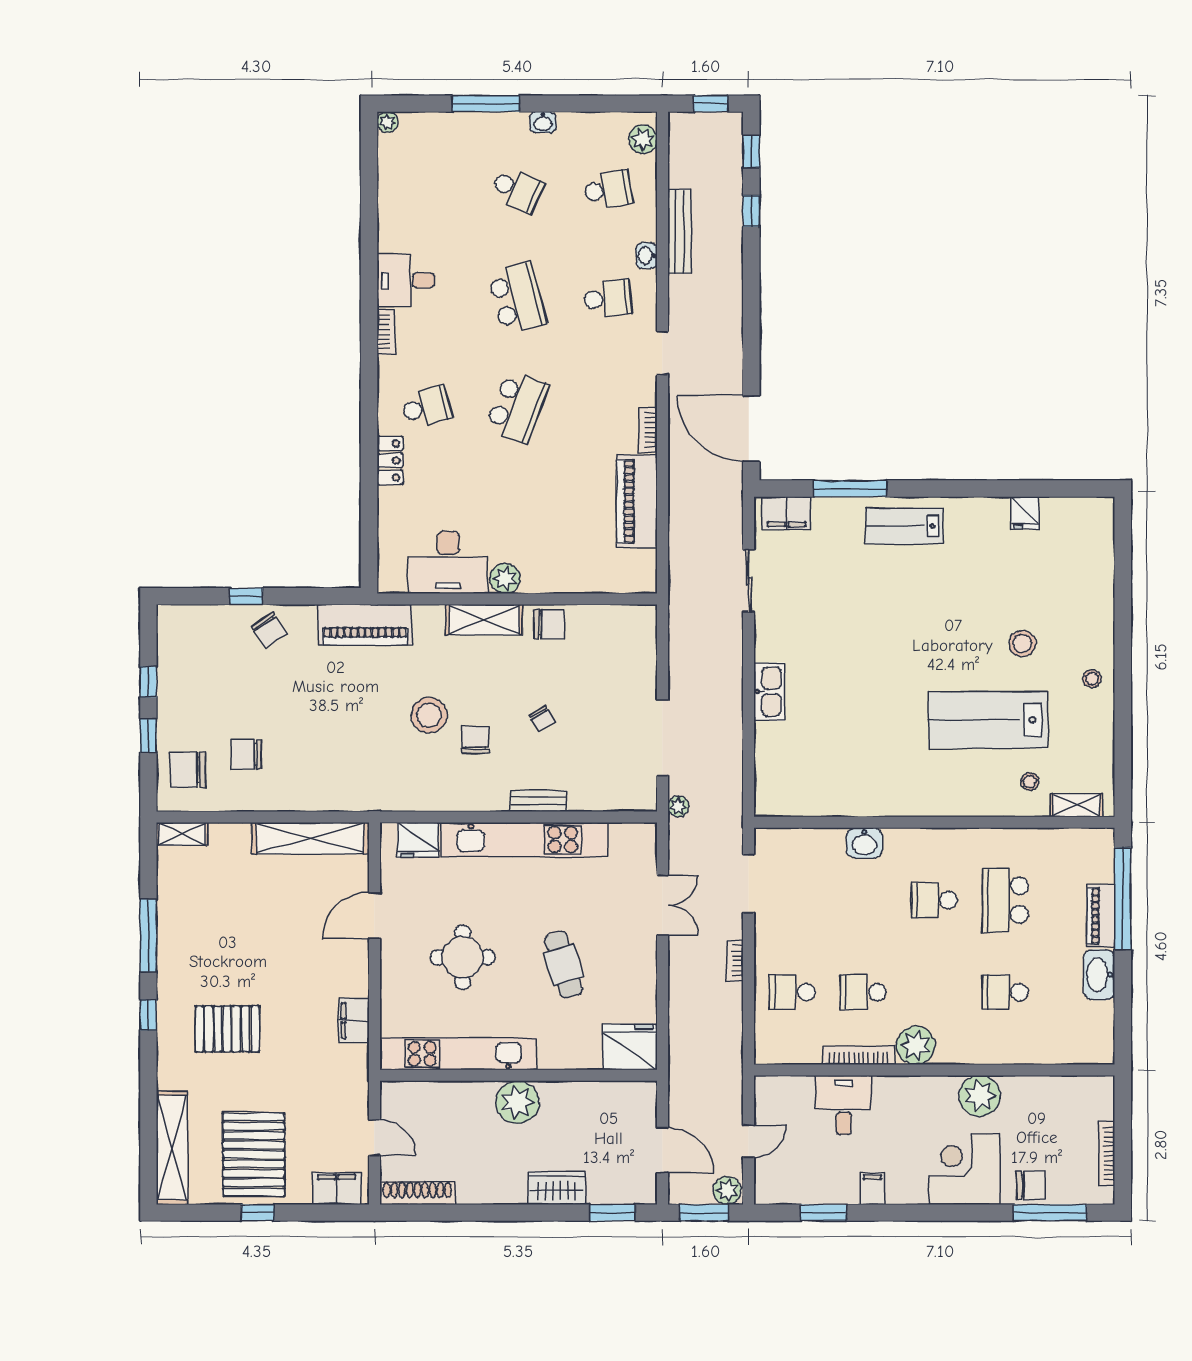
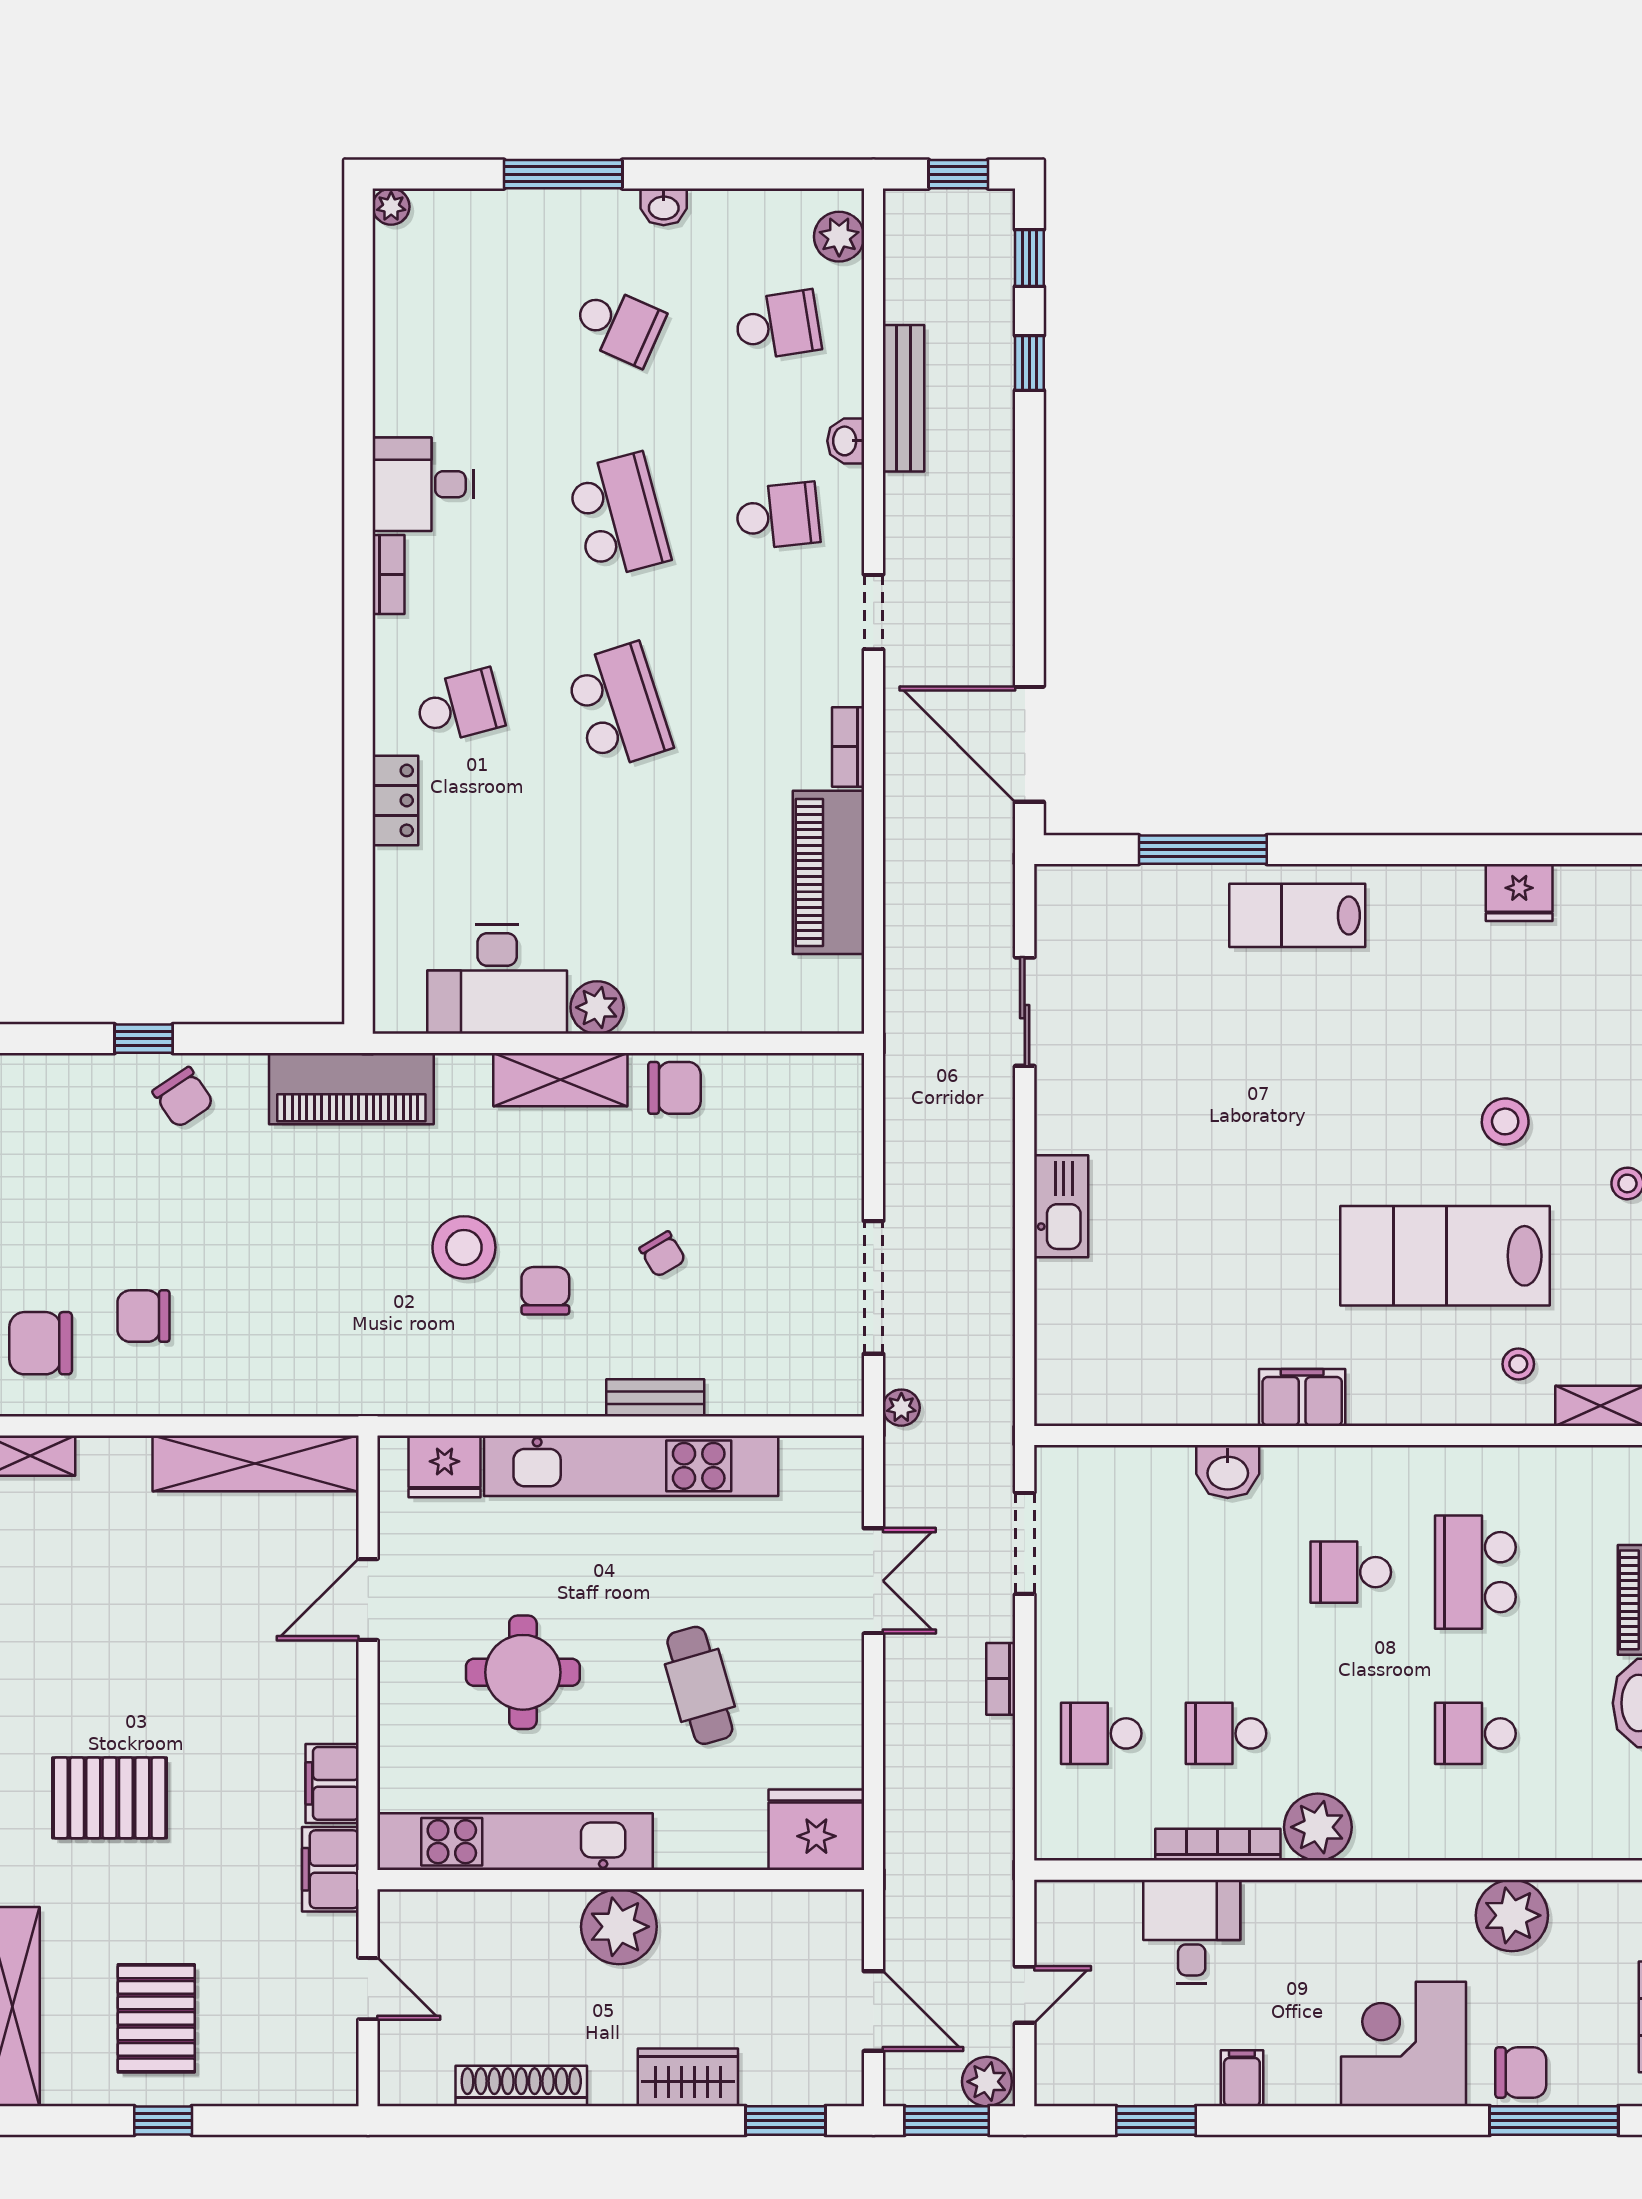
school desk: (517, 407) -> (618, 706), turned -39
filing cabinet: (787, 513) -> (1302, 1397), moved, turned 180
fridge: (1025, 513) -> (1519, 892), width x1.38
plant: (980, 1096) -> (1512, 1915), moved
pallet: (254, 1154) -> (156, 2018), width x0.73, depth x0.71
filing cabinet: (337, 1188) -> (330, 1869), moved, turned -90
shoe rack: (417, 1193) -> (521, 2086), moved

